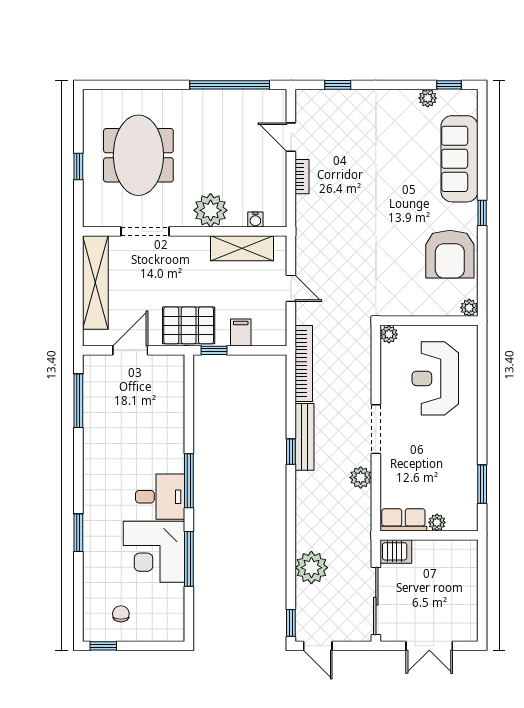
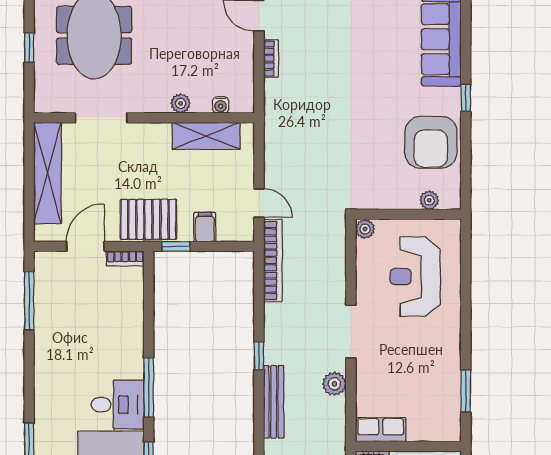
plant: (211, 210) -> (181, 103), width x0.53, depth x0.53
door: (291, 288) -> (259, 203), moved
plant: (469, 308) -> (429, 200), moved
bookcase: (167, 362) -> (125, 259), added
bench: (304, 437) -> (274, 402), moved
plant: (437, 522) -> (417, 432), removed

